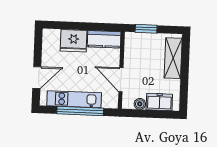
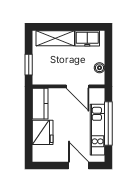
door: (121, 80) -> (78, 86), hinge flipped
freezer: (159, 102) -> (87, 38), moved, turned -90

